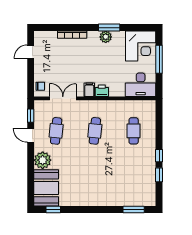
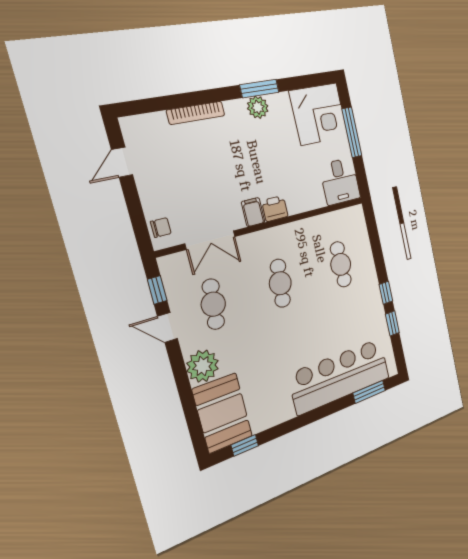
desk: (141, 85) -> (340, 181), width x0.73
double door: (63, 98) -> (210, 240), swing flipped
bar counter: (117, 193) -> (340, 376), added

